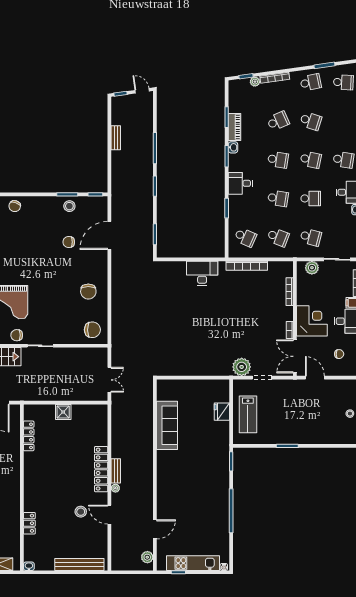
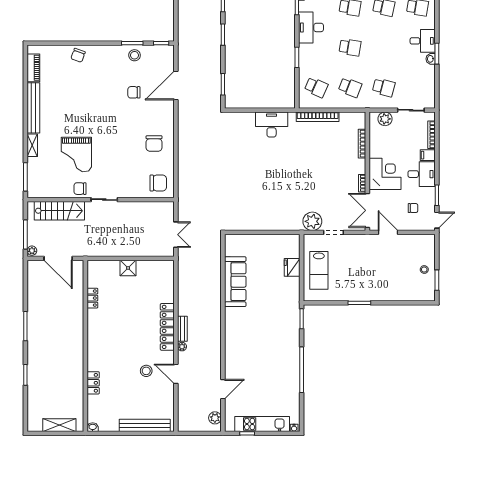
desk: (240, 183) -> (311, 27), width x1.37
school desk: (311, 198) -> (384, 47), removed
locker: (29, 436) -> (92, 298), width x0.66

